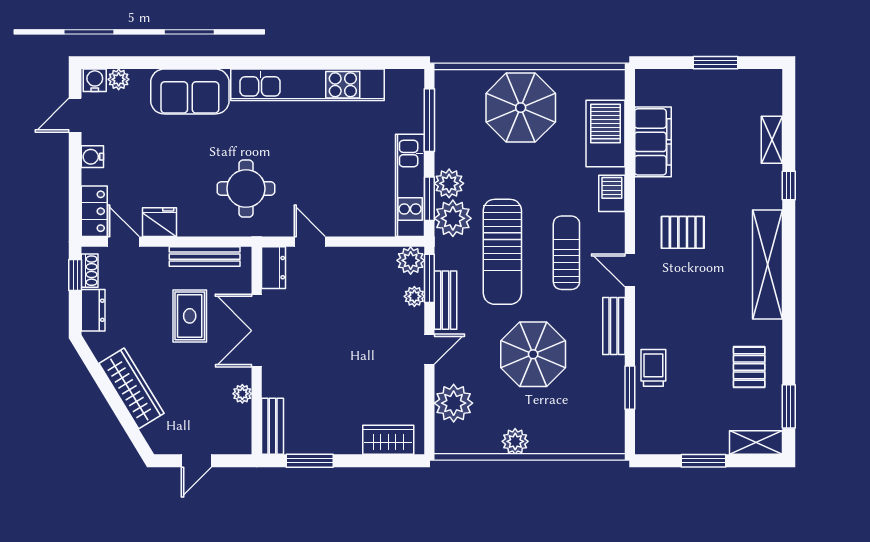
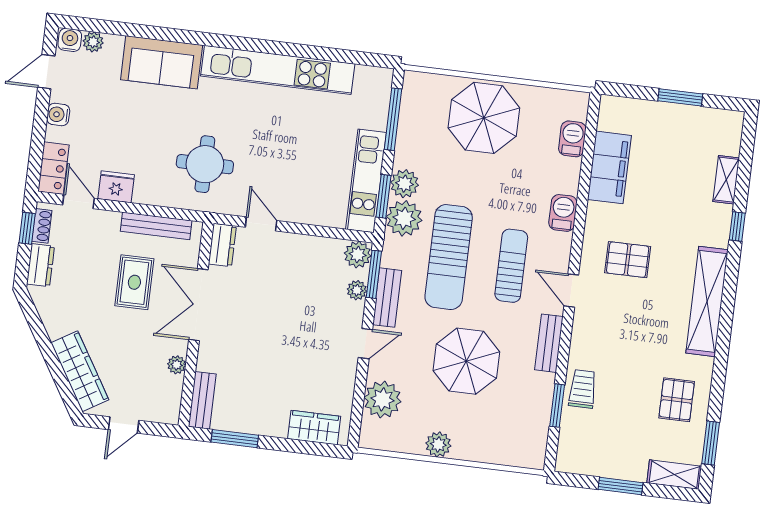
barbecue: (605, 133) -> (572, 139), width x0.53, depth x0.65
wardrobe: (131, 388) -> (80, 371), moved

